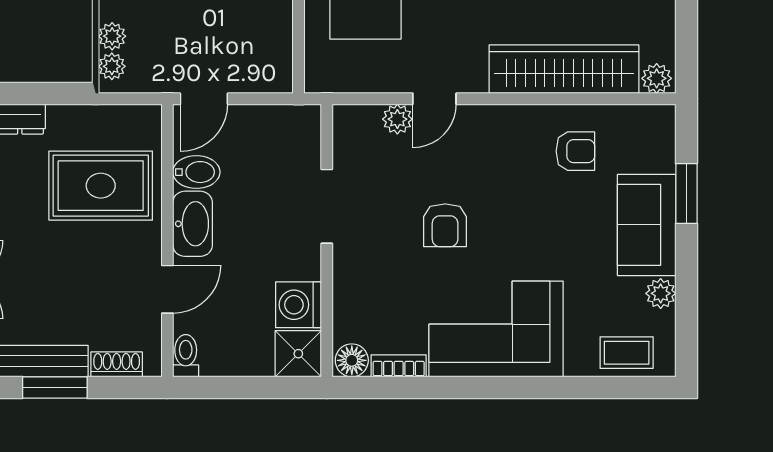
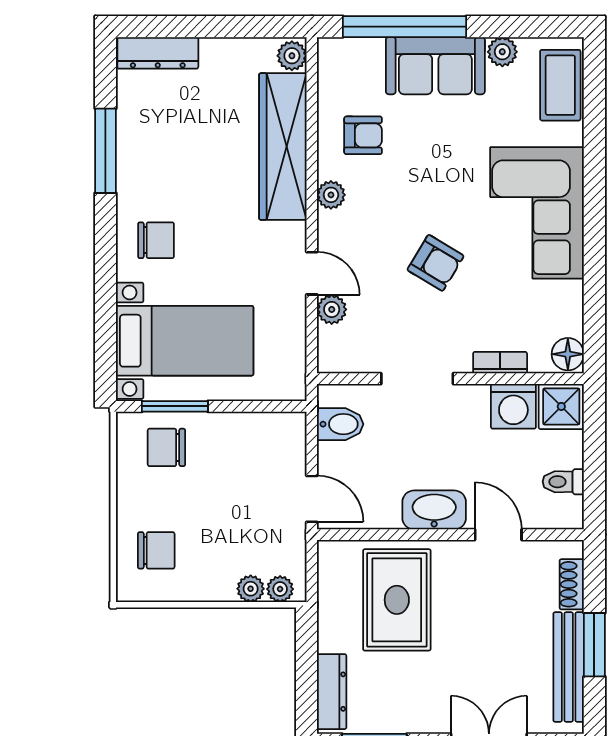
plant: (515, 118) -> (331, 195), added
armchair: (575, 151) -> (363, 135), turned 90
bidet: (196, 172) -> (340, 424), moved, turned 90
window: (686, 193) -> (404, 27), width x2.11
armchair: (445, 225) -> (436, 263), turned 31
coffee table: (627, 353) -> (560, 85), width x1.36, depth x1.30
toilet: (186, 356) -> (563, 482), moved
bookcase: (399, 366) -> (500, 363), moved, turned 90

